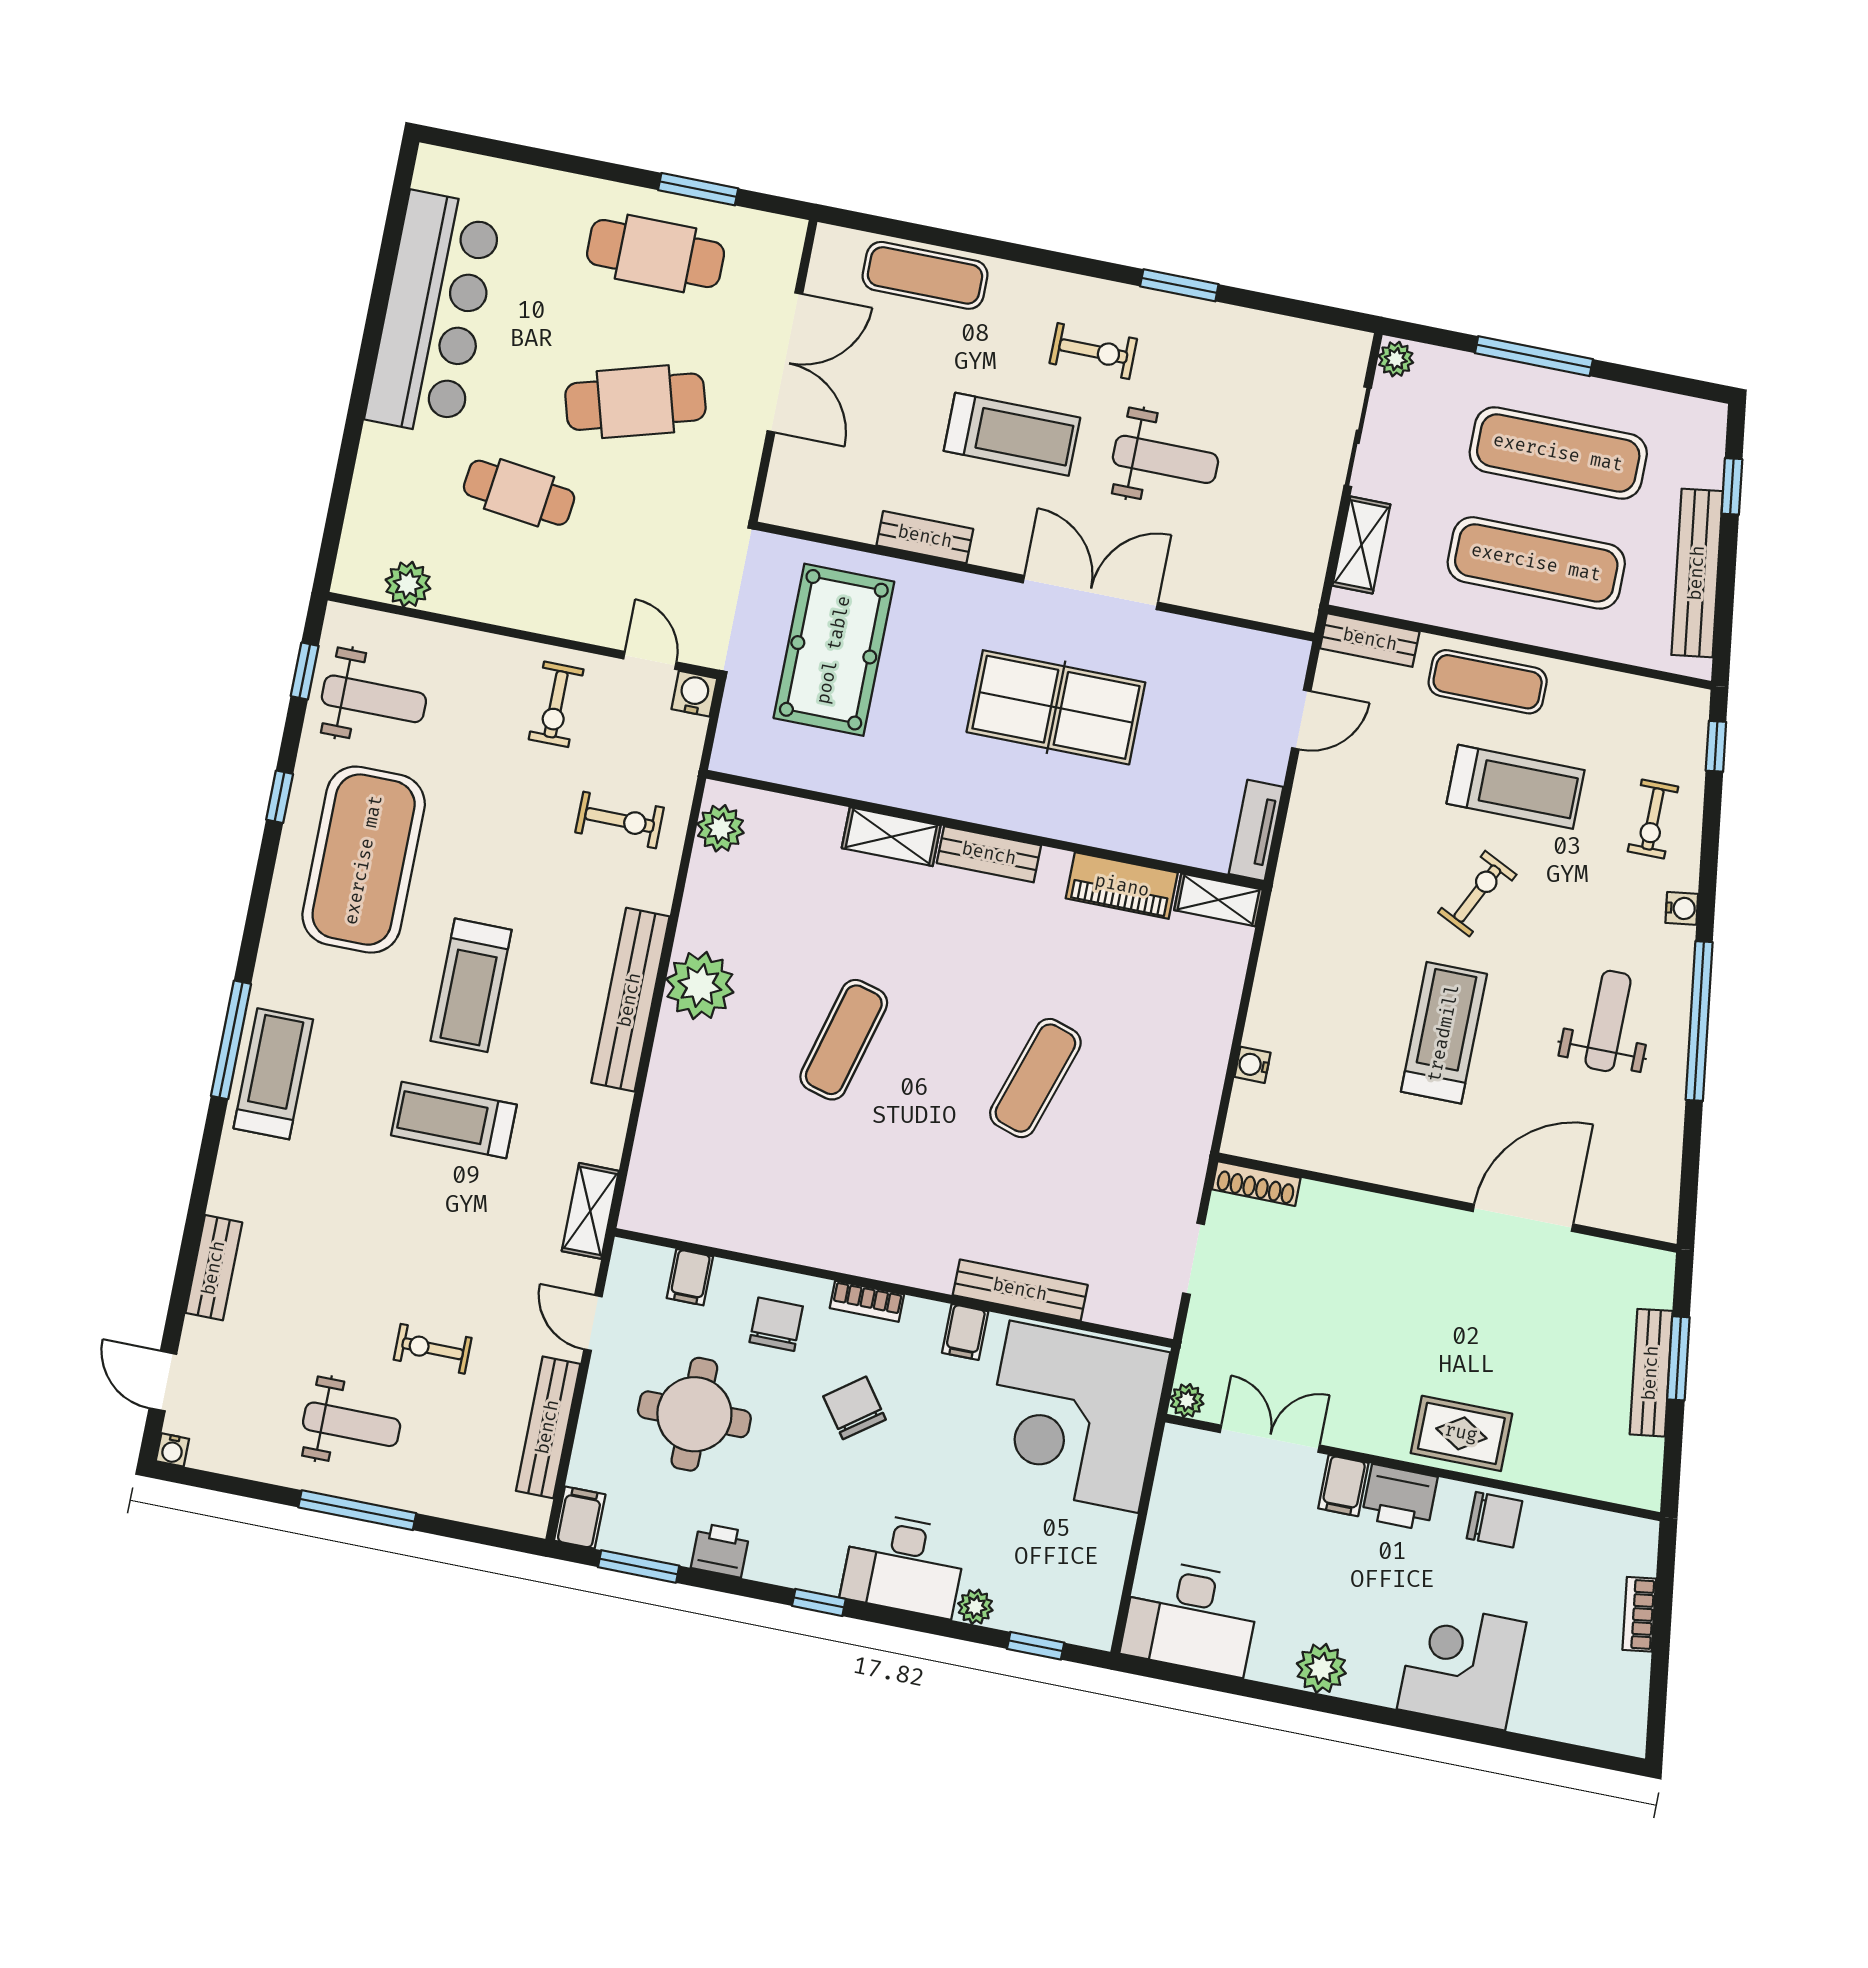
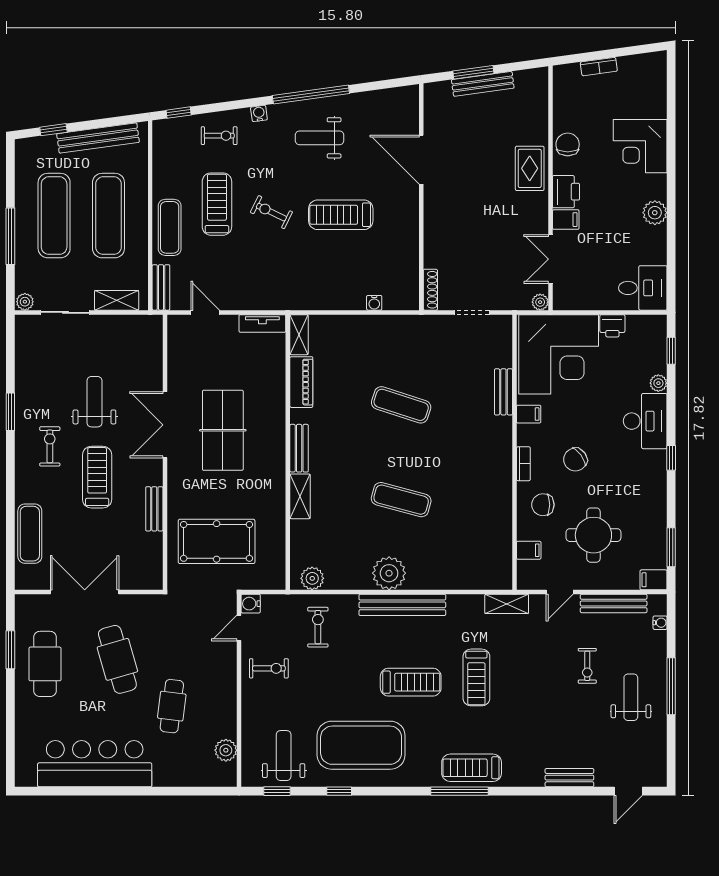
bench: (1020, 1290) -> (503, 392), width x0.73
water cooler: (172, 1450) -> (660, 623), moved
printer: (720, 1550) -> (612, 326), moved, turned -90
desk: (1191, 1617) -> (643, 288), width x0.73

